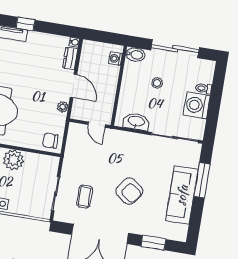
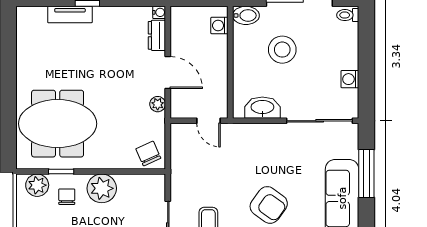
stool: (157, 83) -> (282, 50), width x1.89, depth x1.89
toilet: (204, 88) -> (348, 15), moved
washing machine: (197, 105) -> (350, 79), width x0.53, depth x0.53
chair: (50, 141) -> (148, 154), turned 66

